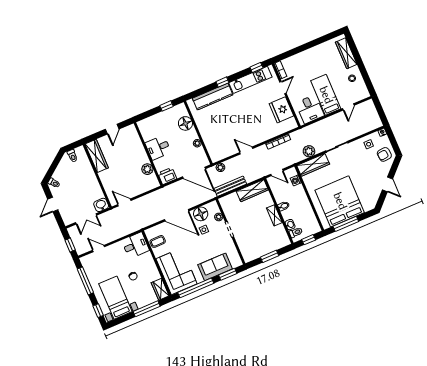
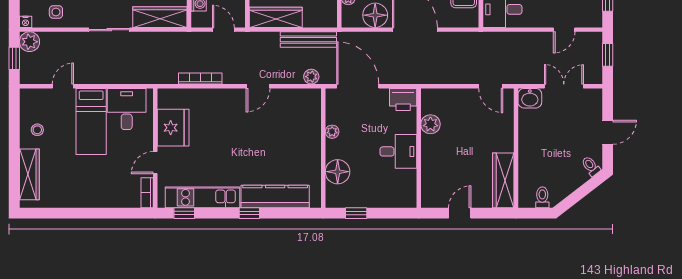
window: (380, 111) -> (14, 58), added
door: (246, 150) -> (258, 86), hinge flipped
plant: (309, 151) -> (30, 42), moved
door: (98, 249) -> (564, 30), hinge flipped

